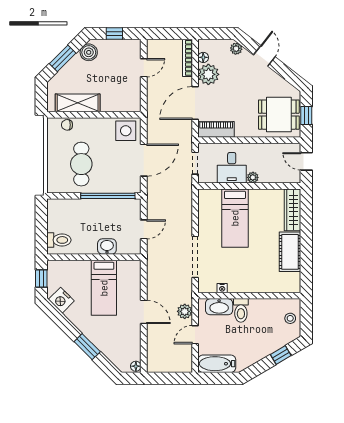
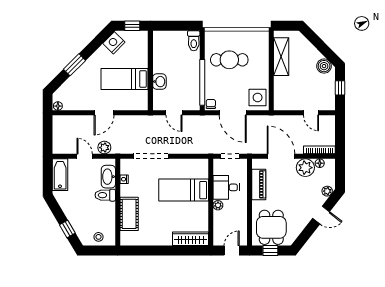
window: (63, 58) -> (319, 44), removed
chair: (67, 125) -> (211, 104), moved
piano: (216, 129) -> (259, 184), moved
toilet: (59, 240) -> (194, 41), moved
cot: (290, 252) -> (129, 214), moved, turned 90

